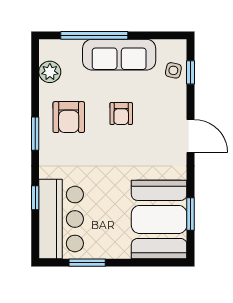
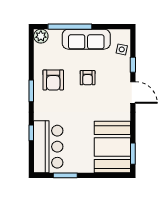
plant: (50, 72) -> (41, 36), moved
window: (190, 72) -> (133, 65), moved
window: (190, 214) -> (133, 154), moved

